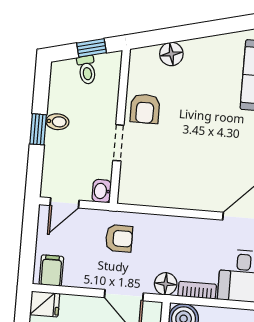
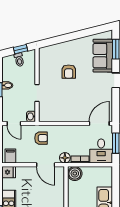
floor lamp: (171, 54) -> (59, 49), removed
armchair: (145, 109) -> (69, 72), moved
door: (65, 203) -> (14, 123), hinge flipped

